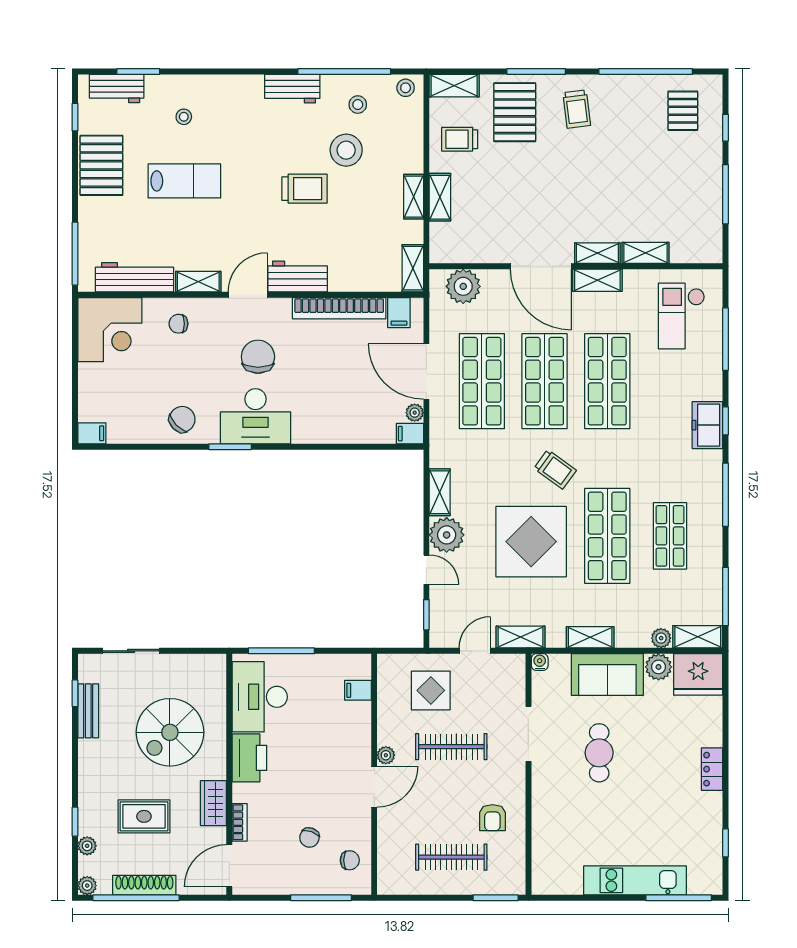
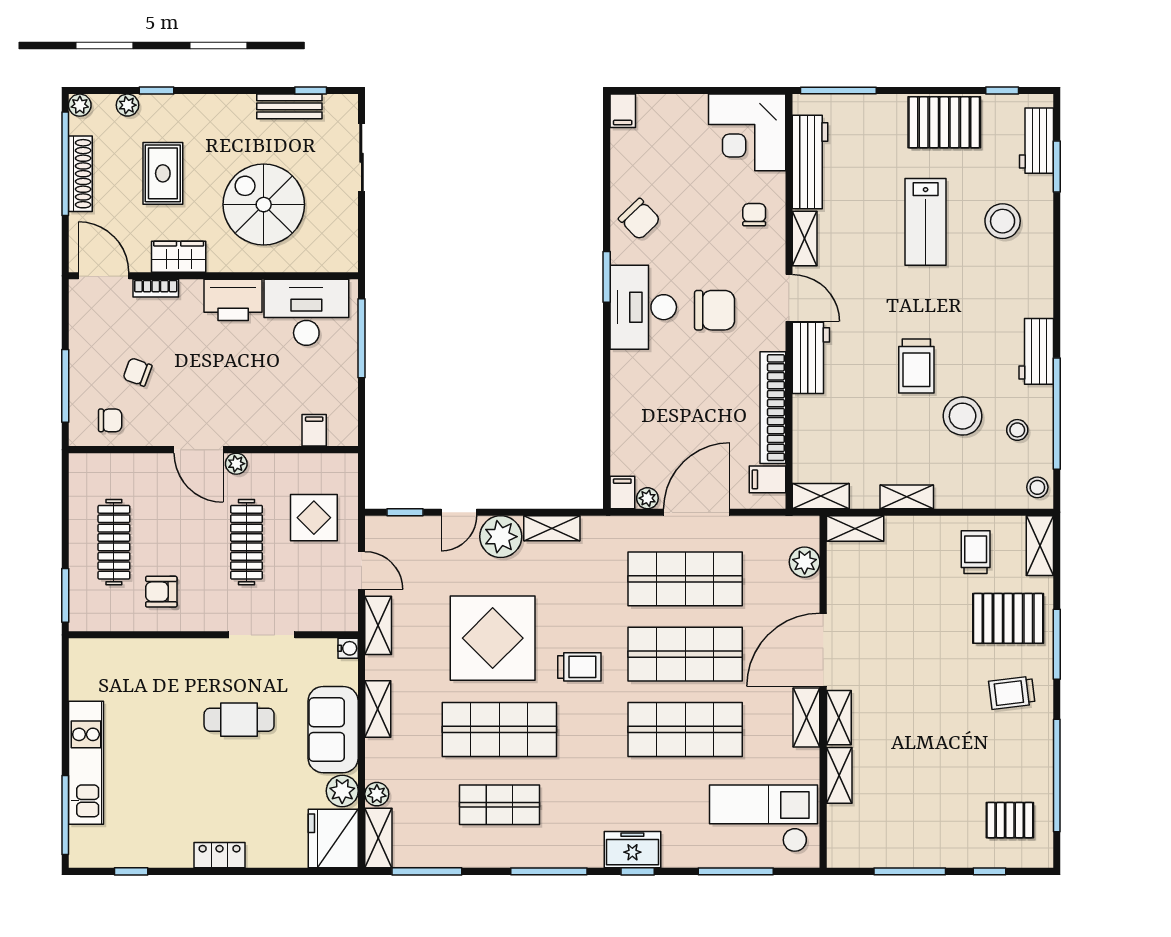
stool: (184, 117) -> (1003, 221), width x1.89, depth x1.89
shelving: (440, 197) -> (855, 529), moved
plant: (463, 286) -> (805, 562), width x0.73, depth x0.73
checkout: (681, 316) -> (764, 818), width x1.36, depth x1.21
trolley: (555, 469) -> (579, 667), turned -126
chair: (350, 860) -> (110, 420), turned -90

